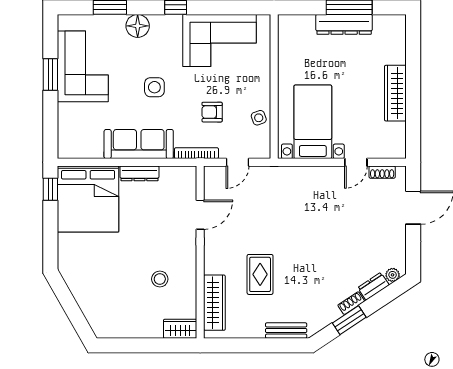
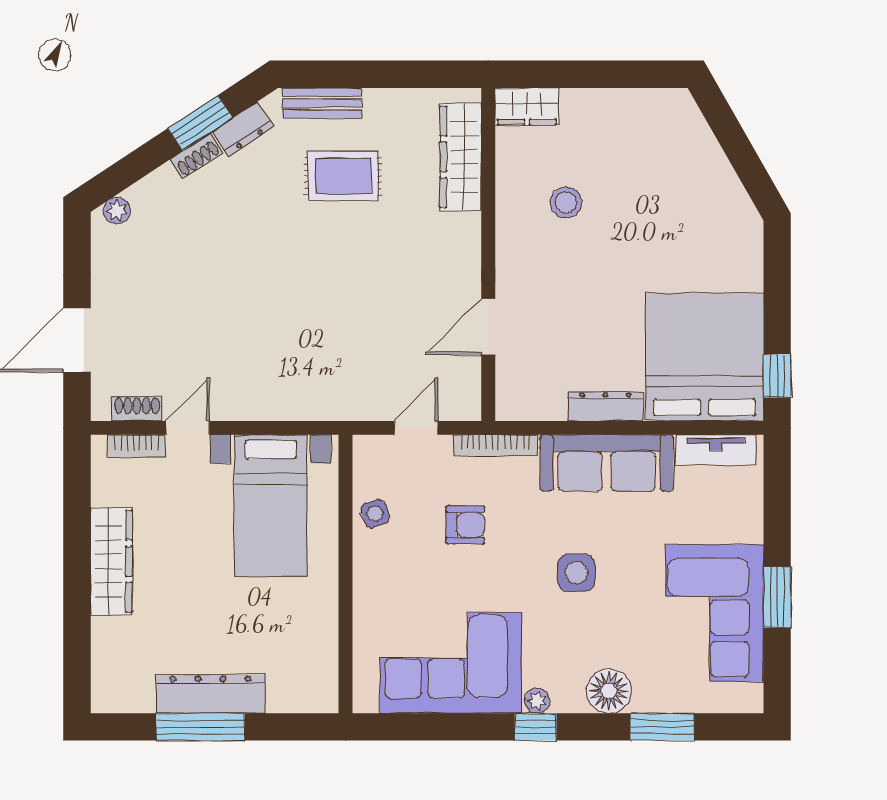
plant: (175, 21) -> (537, 701), added
tv unit: (82, 151) -> (716, 450), added
bookcase: (382, 153) -> (136, 446), added
rug: (260, 274) -> (343, 176), moved, turned 90
dresser: (373, 286) -> (243, 129), moved

